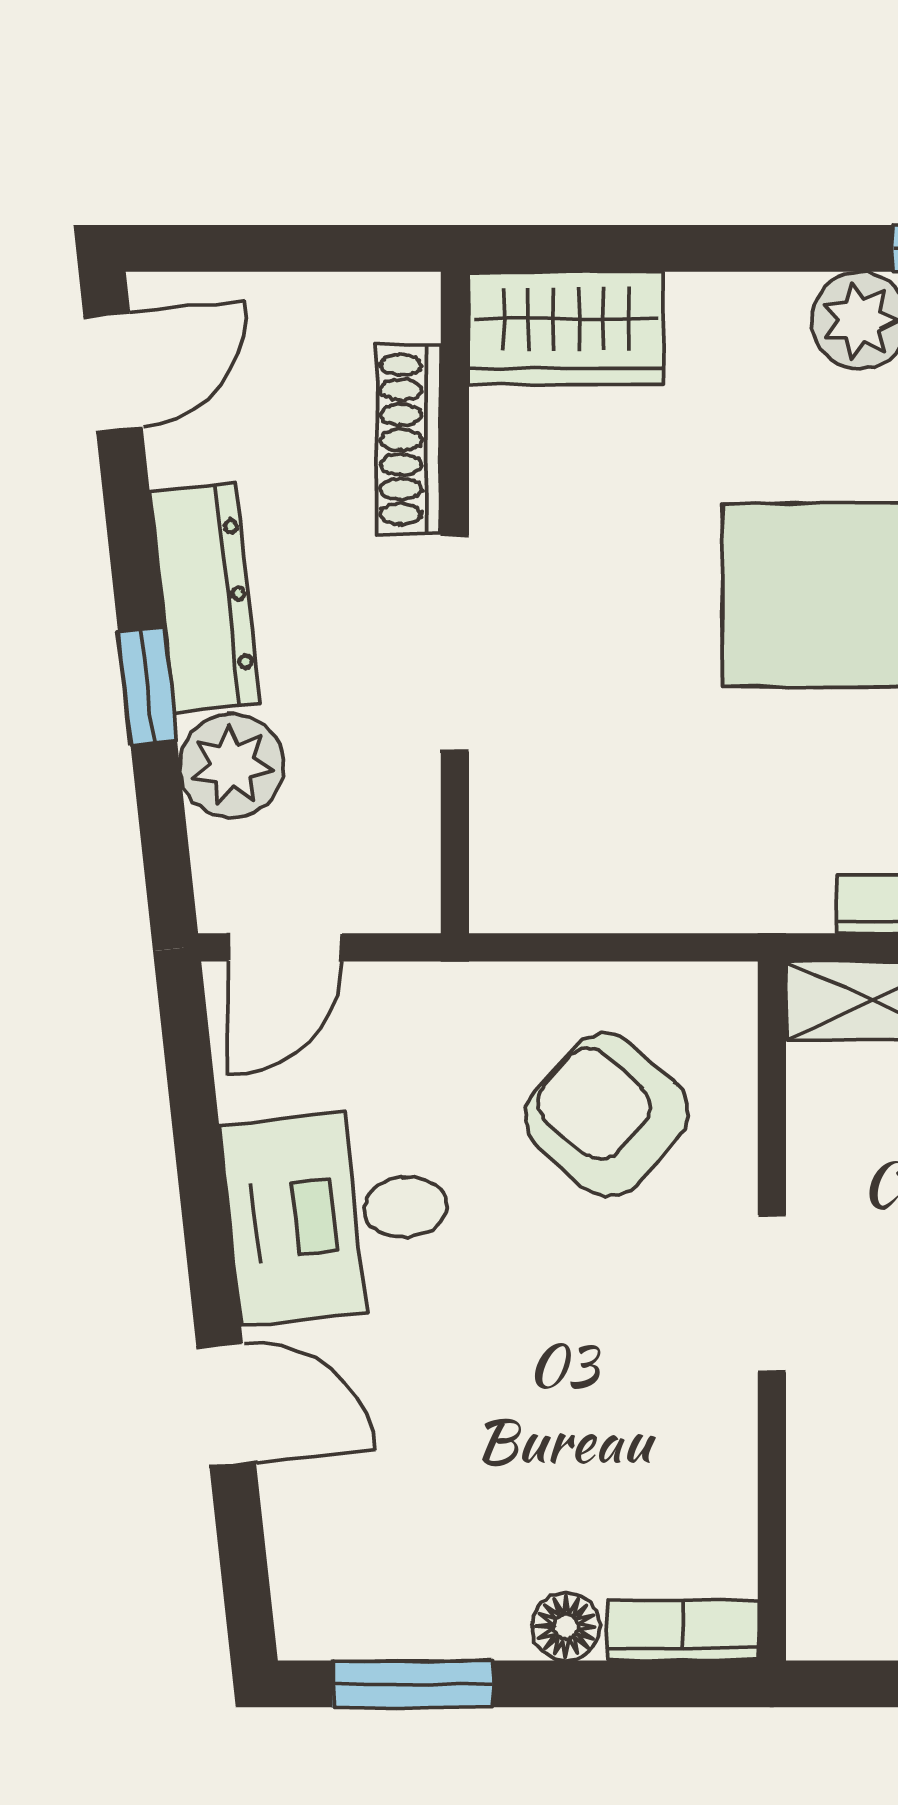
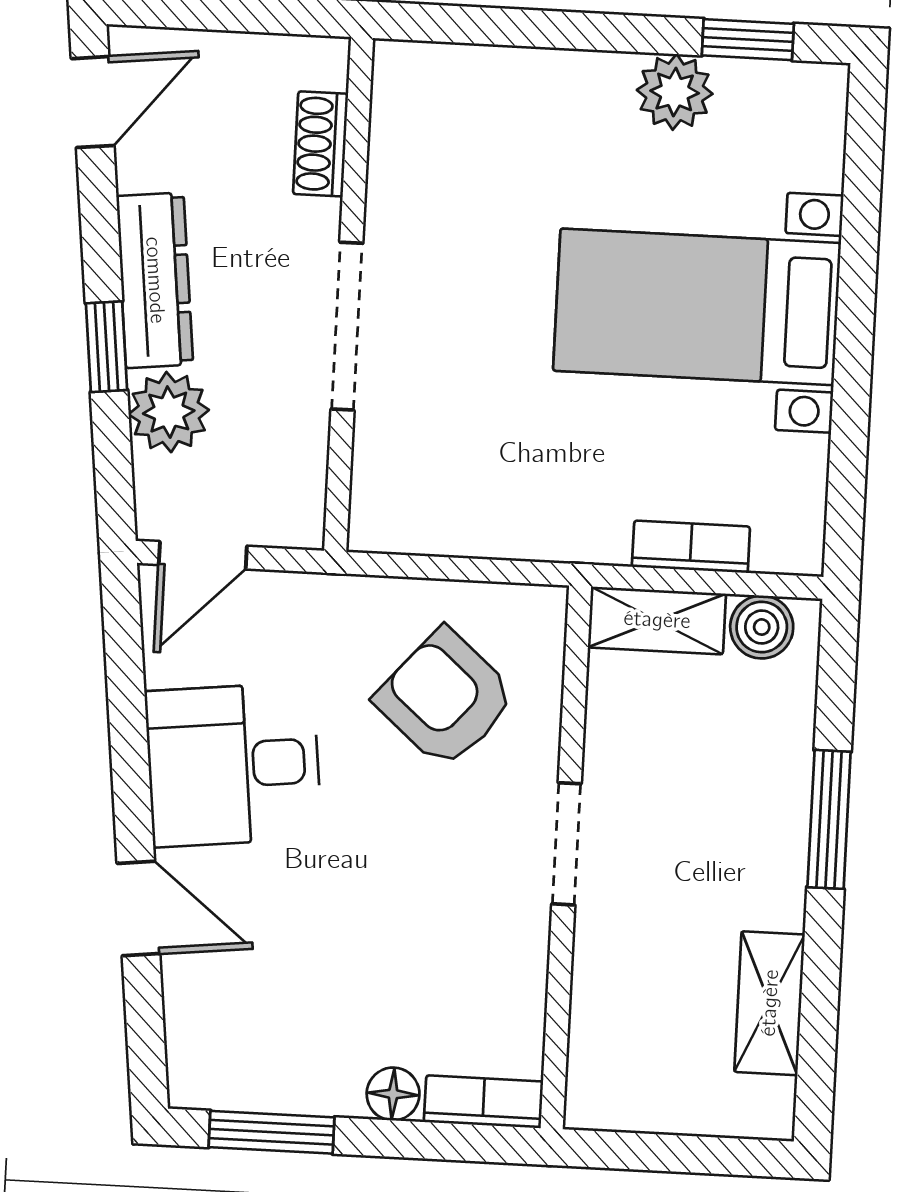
wardrobe: (566, 328) -> (446, 86), removed
shoe rack: (409, 440) -> (321, 144), width x0.70

